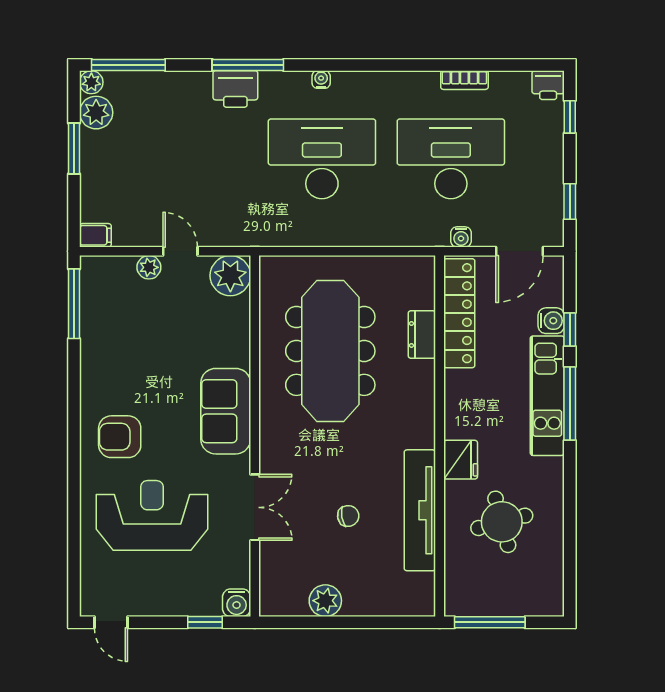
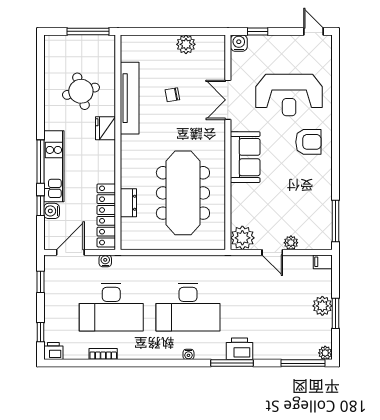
plant: (96, 113) -> (322, 306), moved

